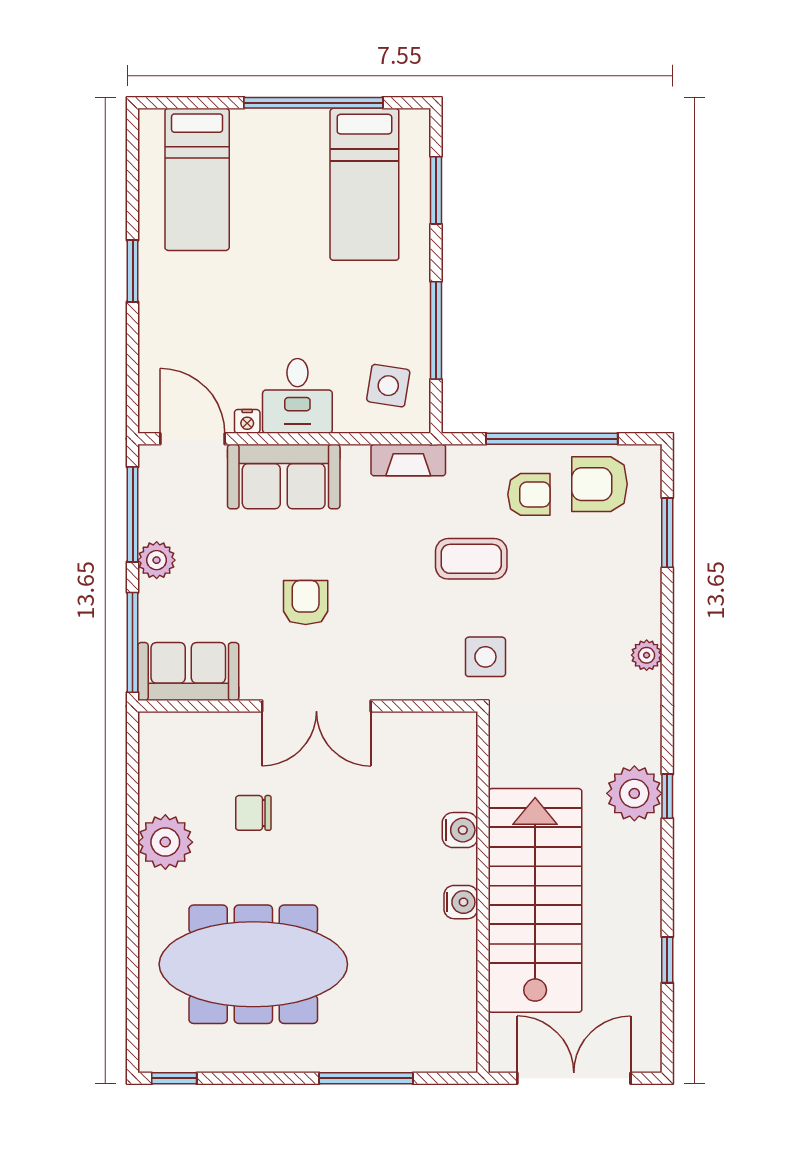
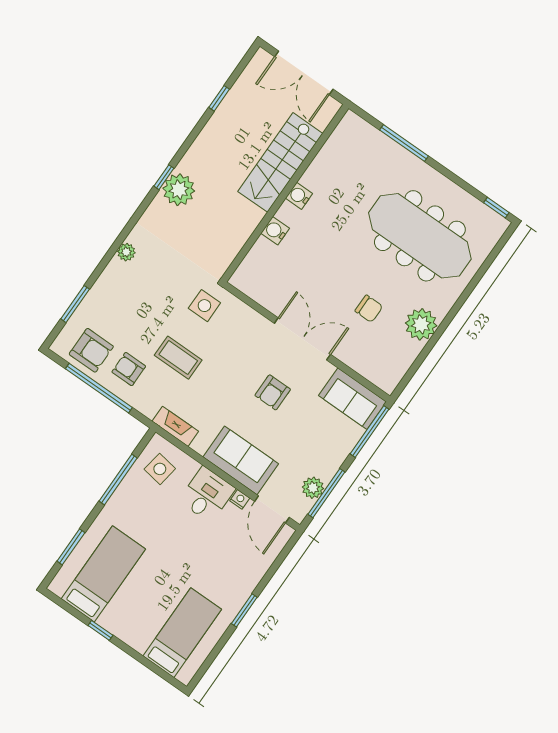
window: (313, 103) -> (100, 630), width x0.32
plant: (157, 560) -> (313, 488), moved
stairs: (535, 900) -> (280, 162), width x0.73, depth x0.66

